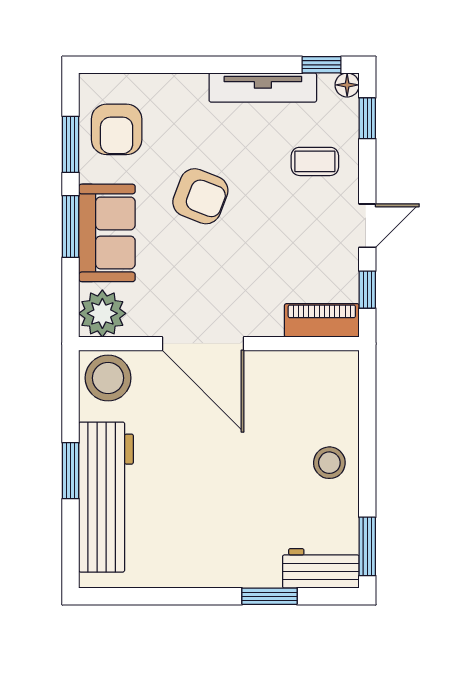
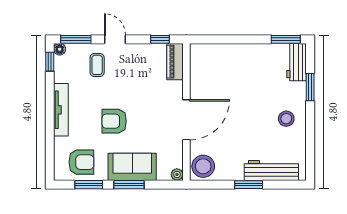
tv unit: (263, 87) -> (61, 110), moved
window: (367, 118) -> (76, 39), width x1.50
armchair: (200, 196) -> (114, 121), turned -111
door: (367, 226) -> (115, 39), moved
plant: (102, 313) -> (177, 174), width x0.53, depth x0.53
stool: (329, 463) -> (286, 119), moved
workbench: (106, 497) -> (271, 171), width x0.73, depth x0.76

